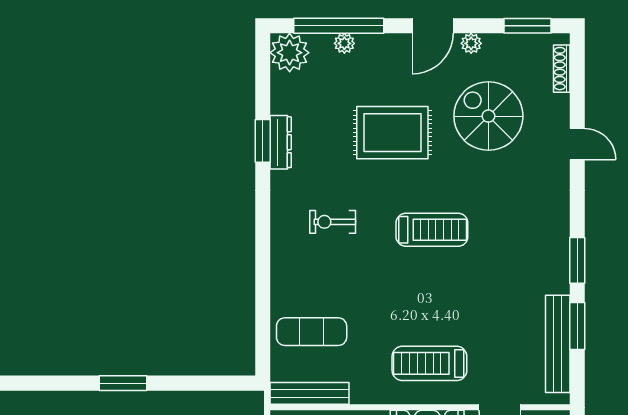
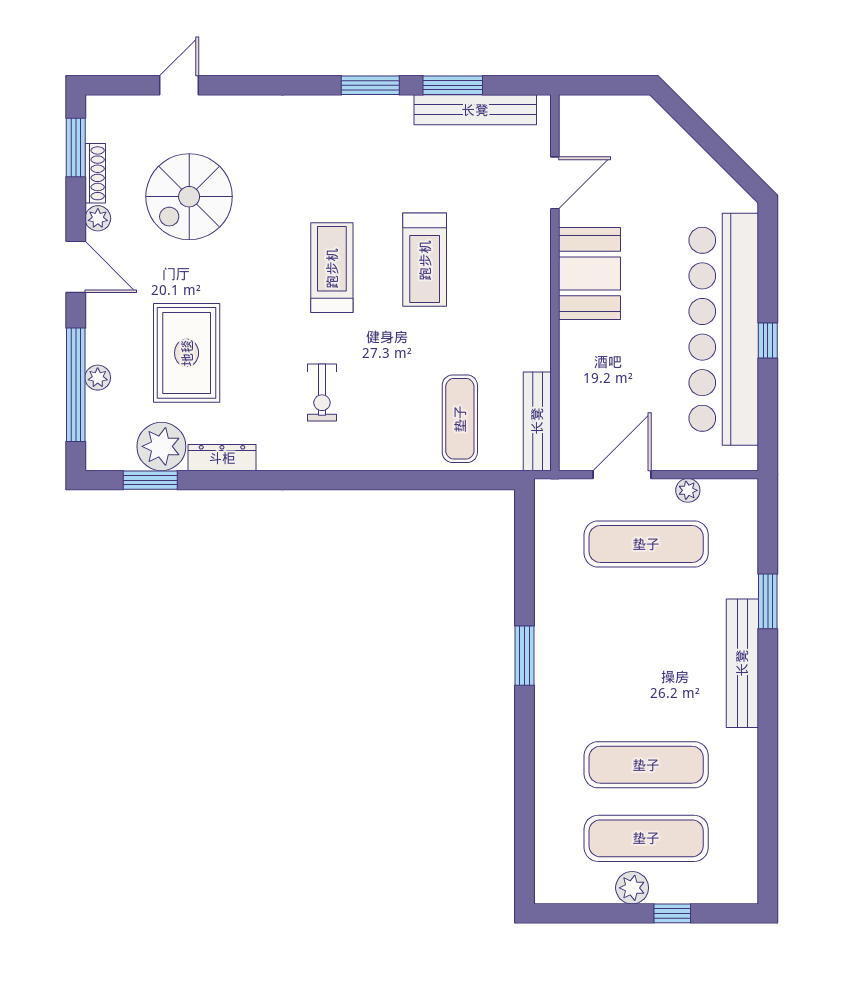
plant: (290, 53) -> (161, 446), moved
shoe rack: (562, 69) -> (95, 173), moved, turned -90
rug: (392, 133) -> (187, 353), moved
window: (263, 141) -> (150, 480), moved
door: (577, 144) -> (179, 85), moved
treadmill: (429, 363) -> (425, 260), moved

